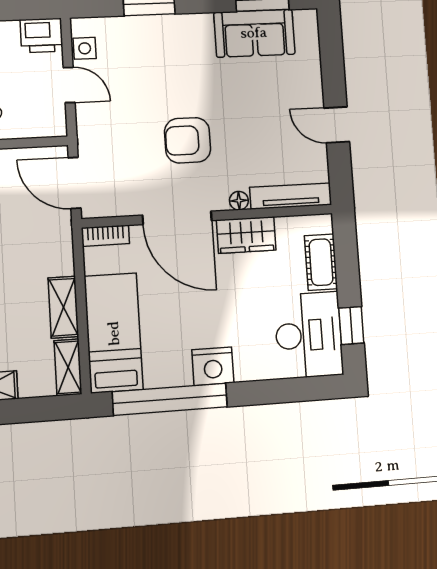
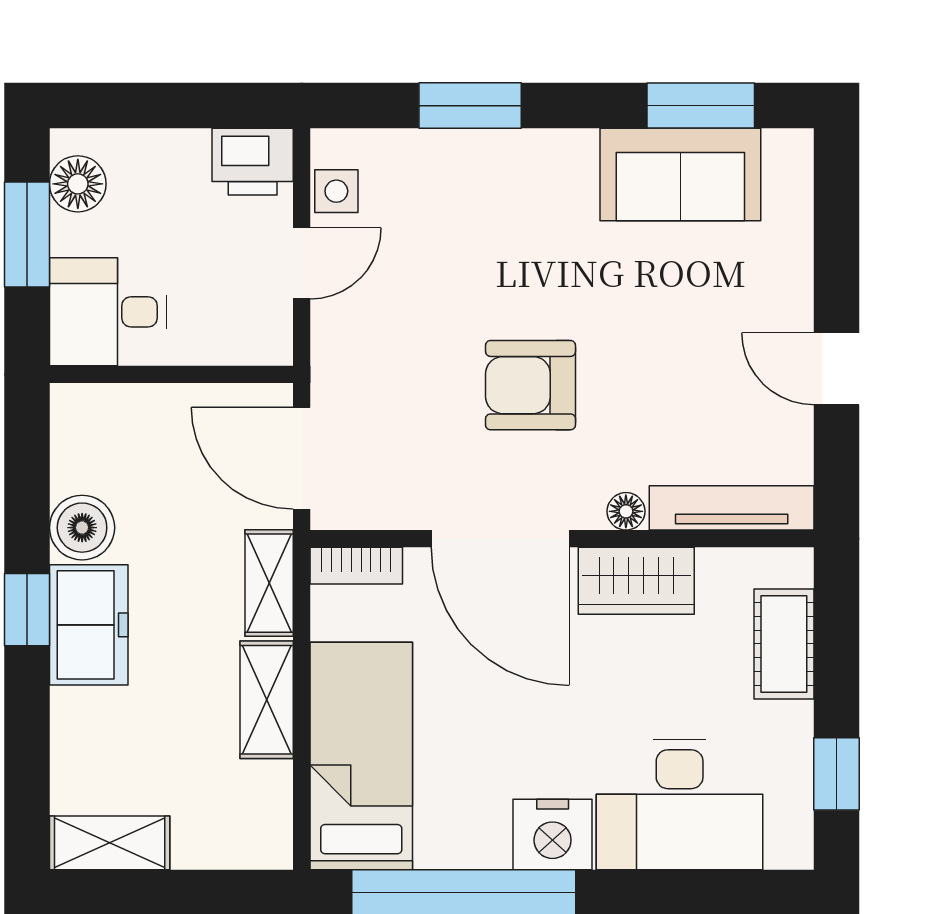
door: (69, 85) -> (302, 263), hinge flipped
desk: (309, 335) -> (680, 804), moved, turned 90
shelving: (68, 367) -> (269, 583), moved

